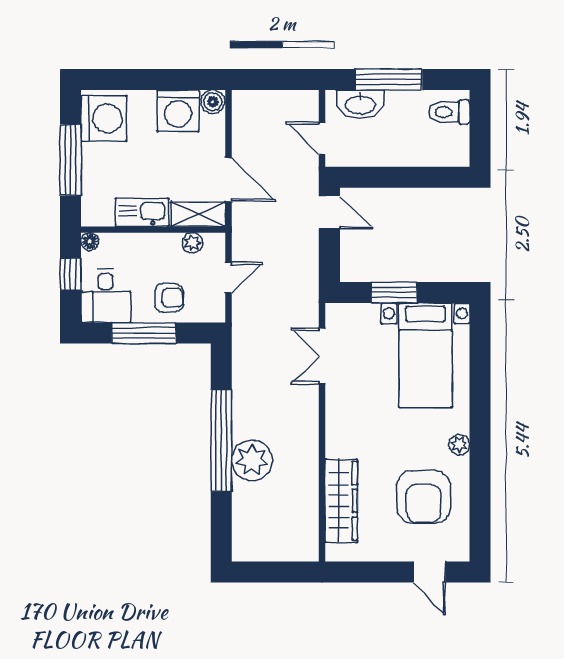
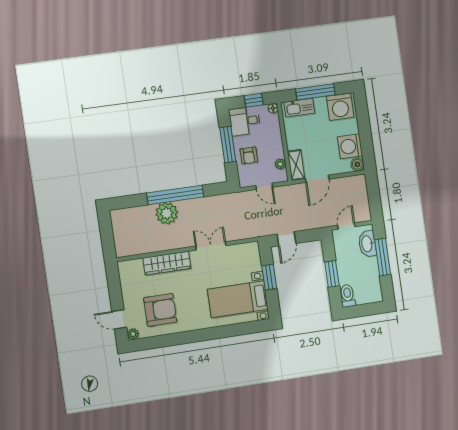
toilet: (449, 112) -> (347, 296), moved
window: (405, 177) -> (332, 274), added
kitchen sink: (142, 212) -> (299, 108), moved, turned 90
door: (329, 212) -> (286, 239), moved
double door: (322, 356) -> (211, 246), moved
plant: (459, 445) -> (133, 334), moved
armchair: (424, 497) -> (160, 310), turned 180
wardrobe: (341, 501) -> (167, 263), moved
door: (429, 572) -> (119, 319), hinge flipped

